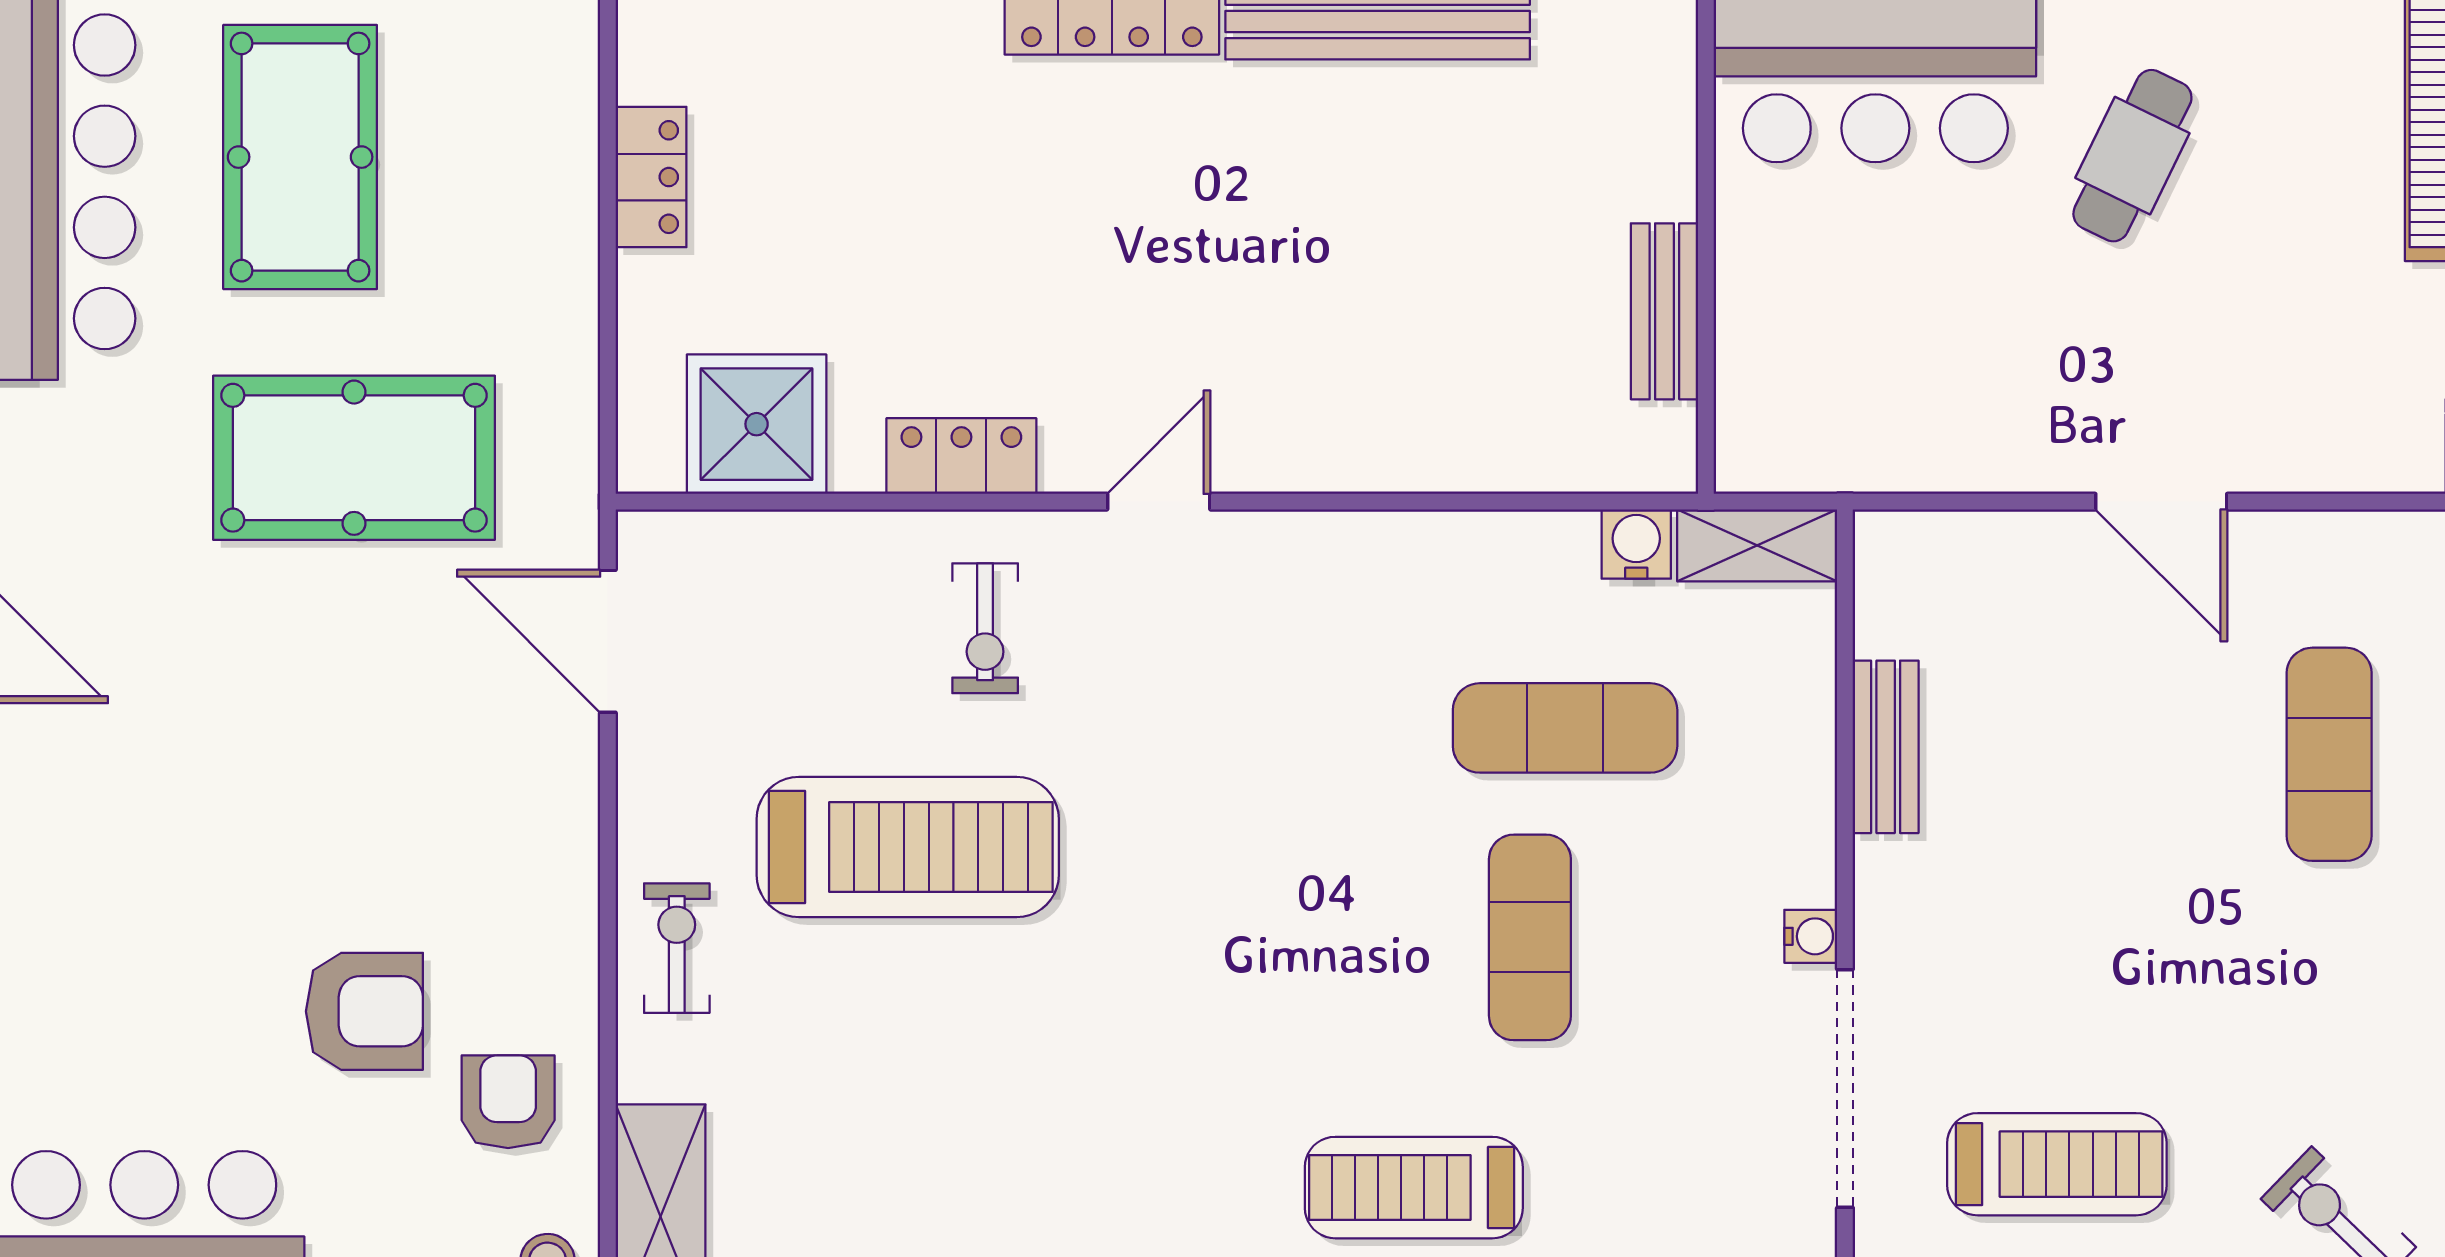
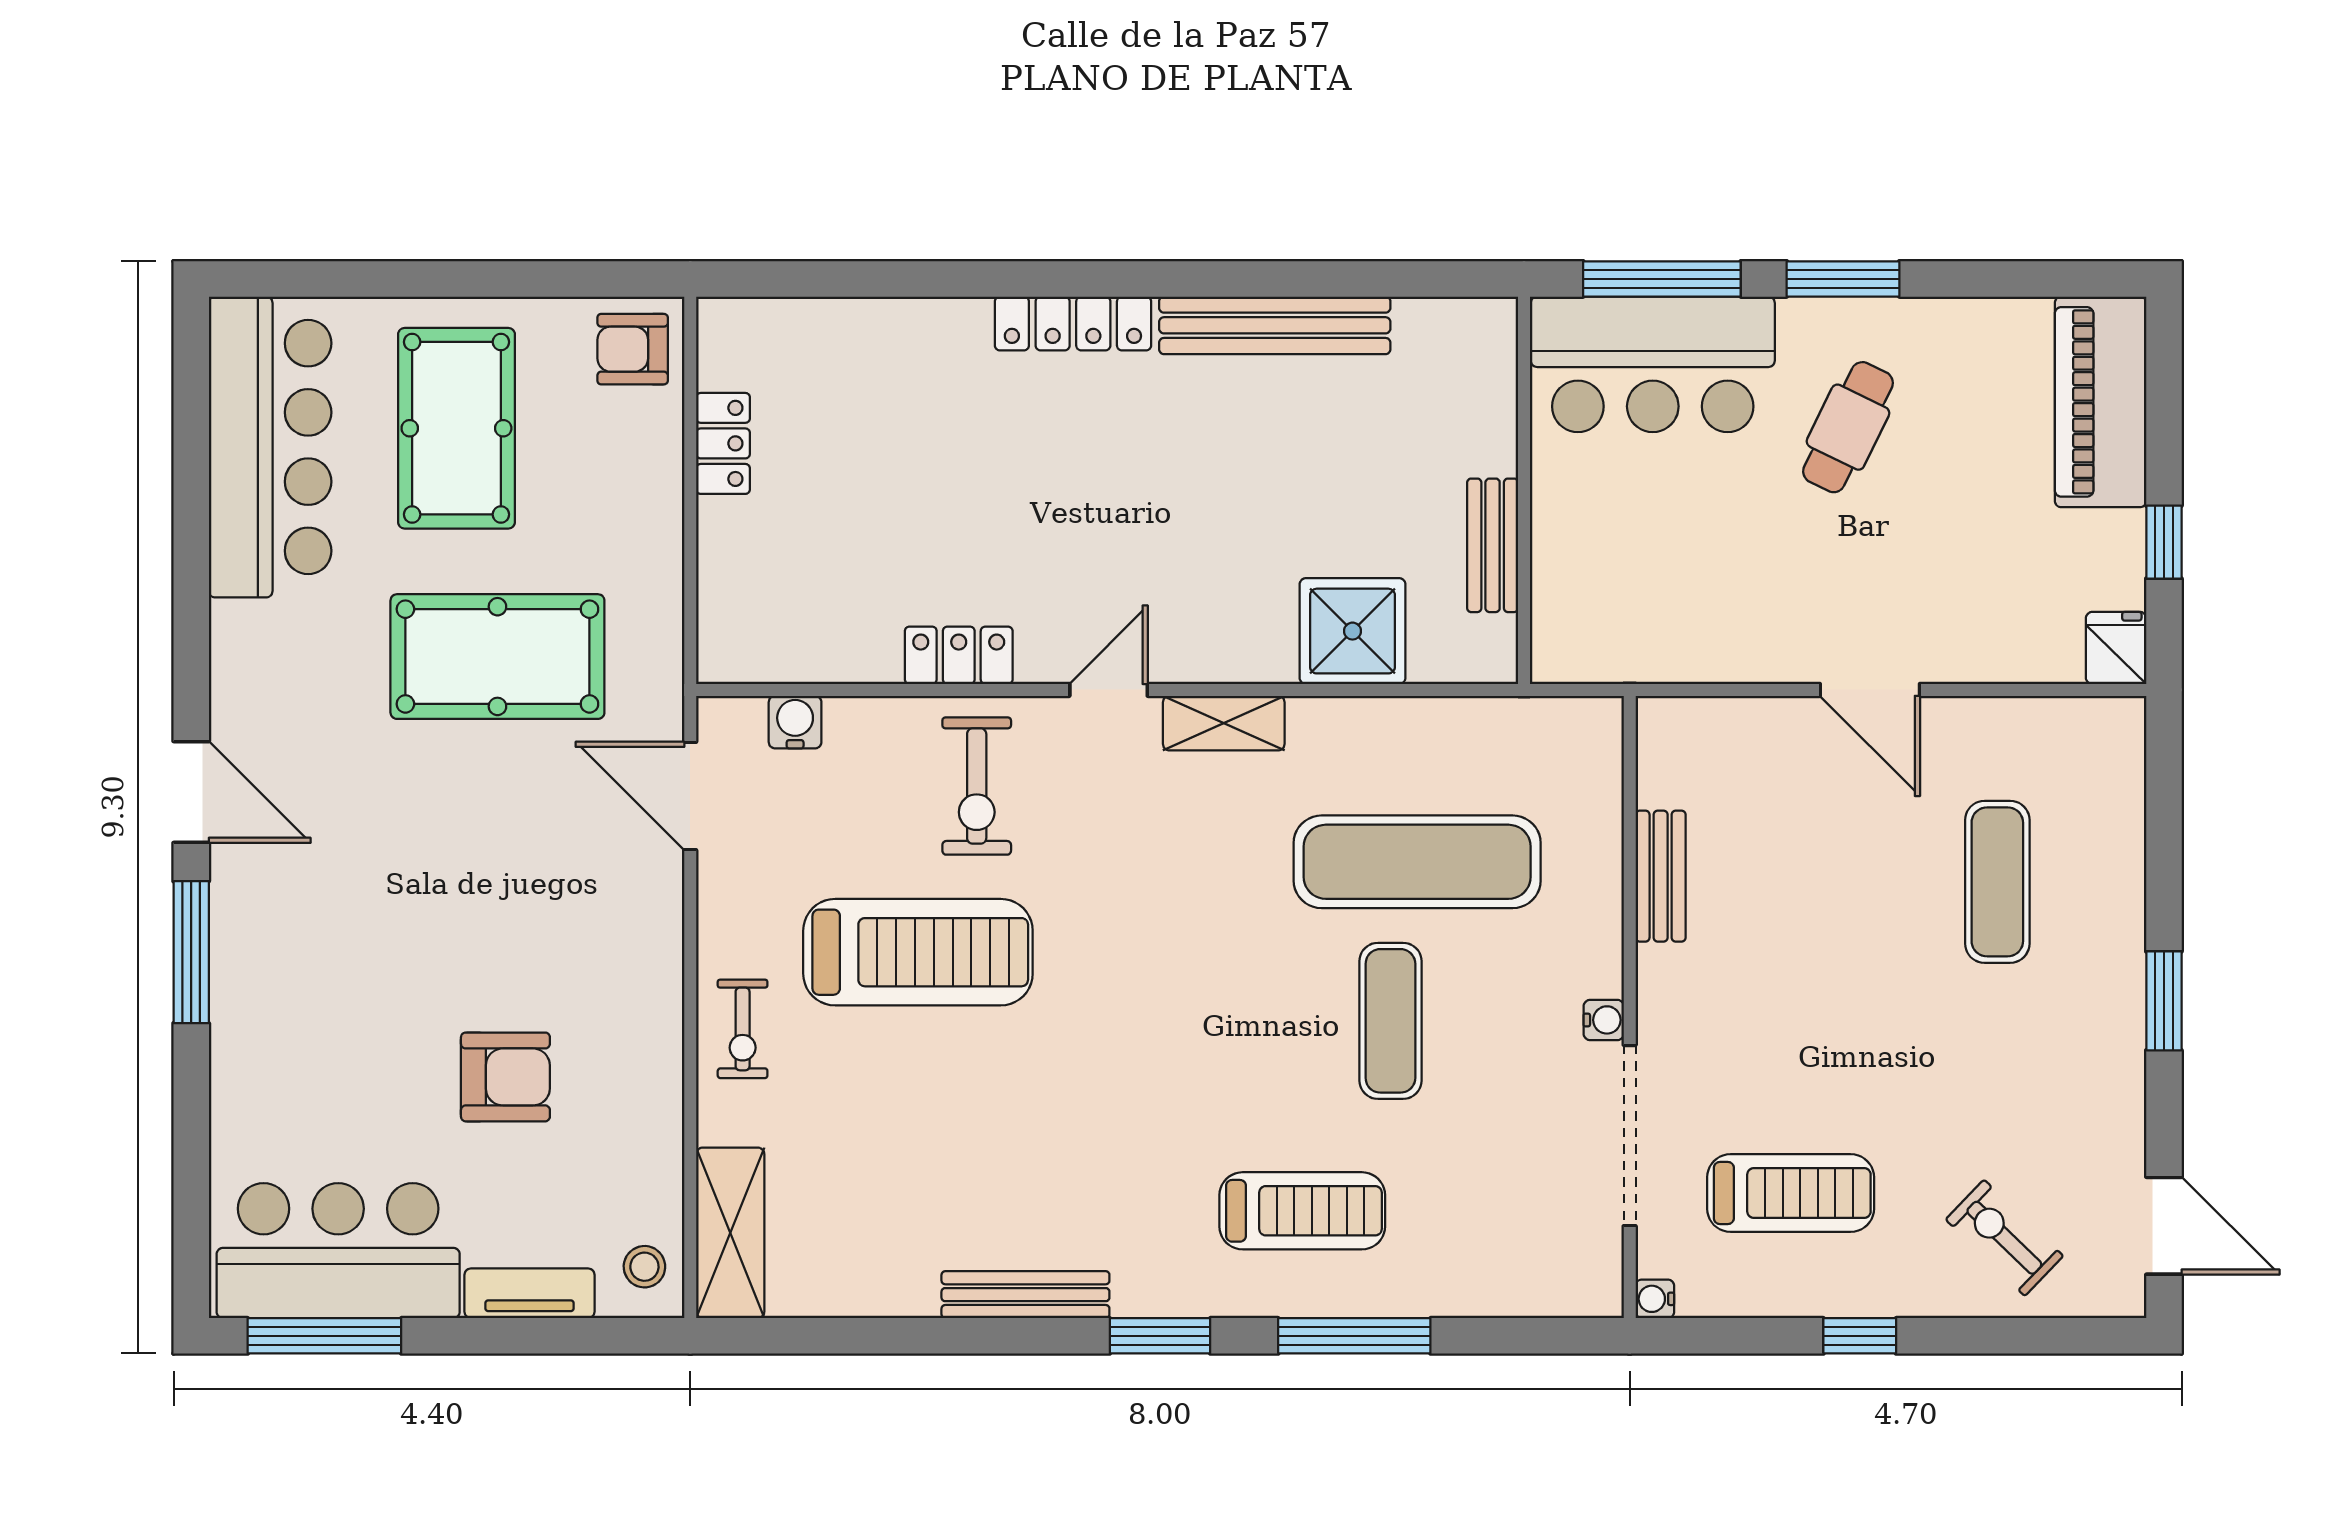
shower: (757, 424) -> (1353, 631), moved
water cooler: (1636, 544) -> (795, 722), moved
shelving: (1757, 545) -> (1224, 723), moved
exercise bike: (985, 628) -> (977, 786), width x1.38, depth x1.39
exercise mat: (1565, 728) -> (1417, 862), width x1.36, depth x1.45
exercise bike: (677, 948) -> (743, 1029), turned 180
armchair: (508, 1102) -> (633, 349), moved, turned -90
treadmill: (1414, 1188) -> (1302, 1211), turned 180

